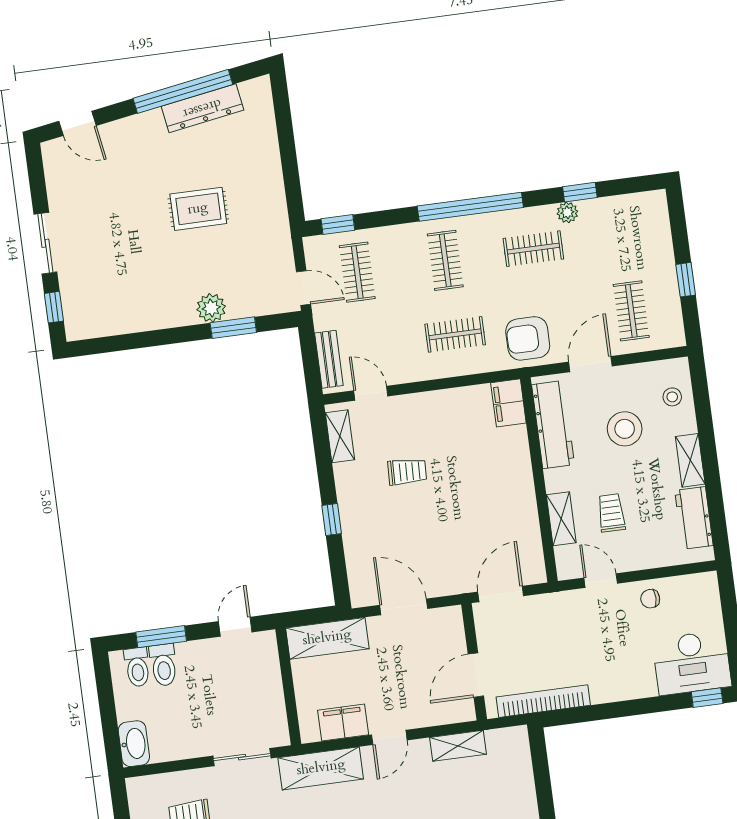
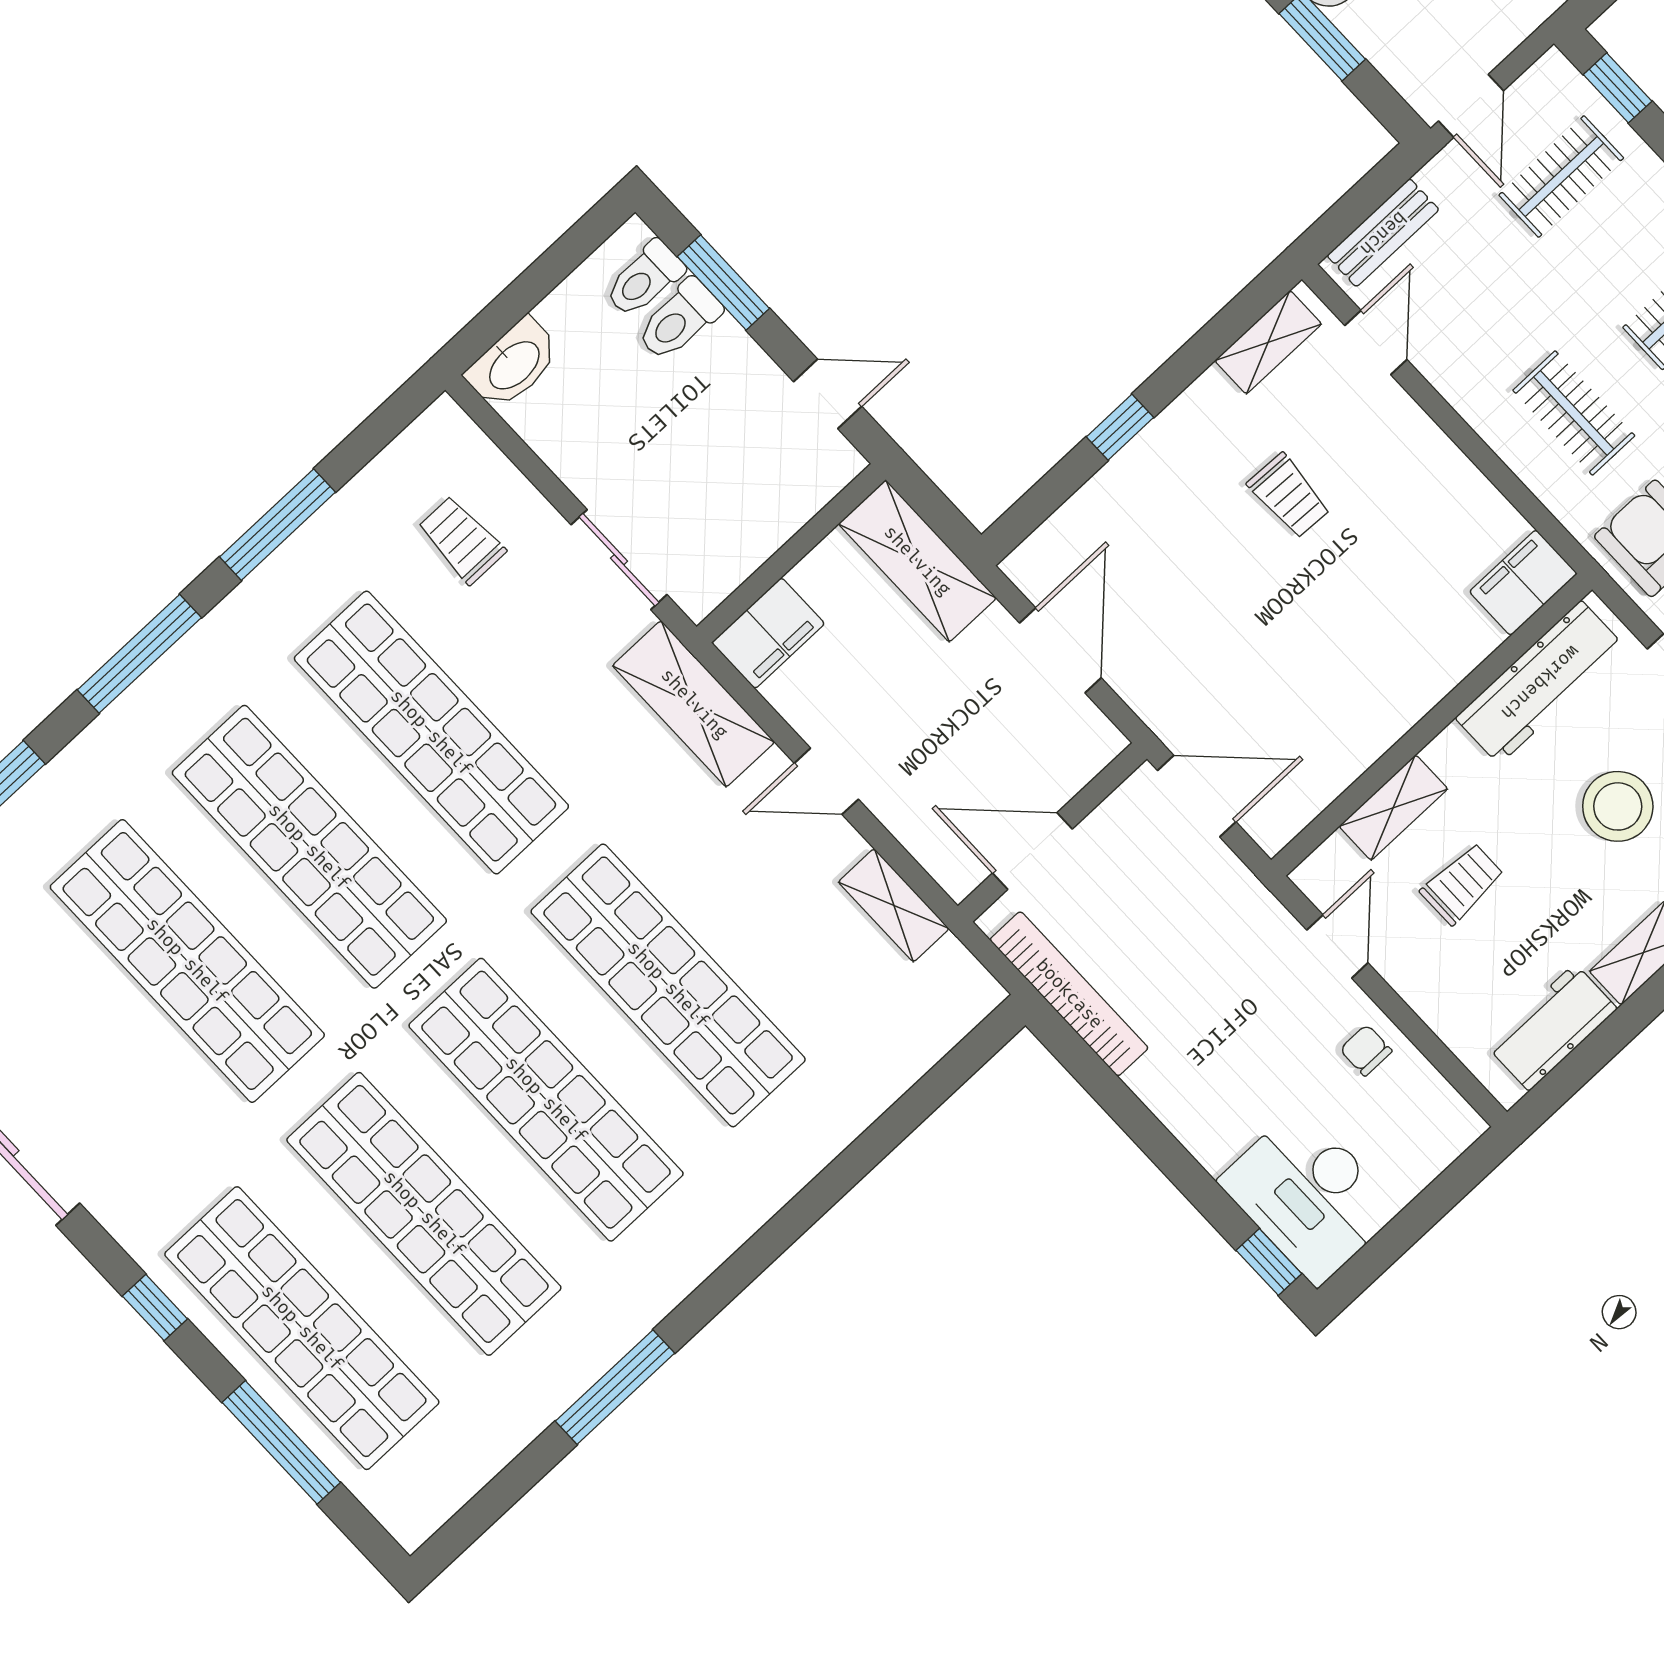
filing cabinet: (343, 722) -> (768, 633), moved, turned 90

